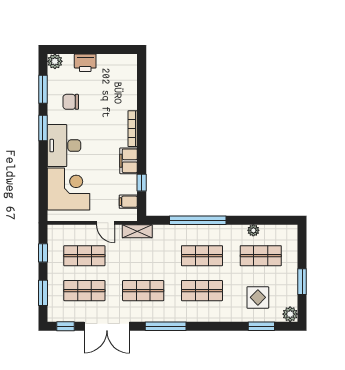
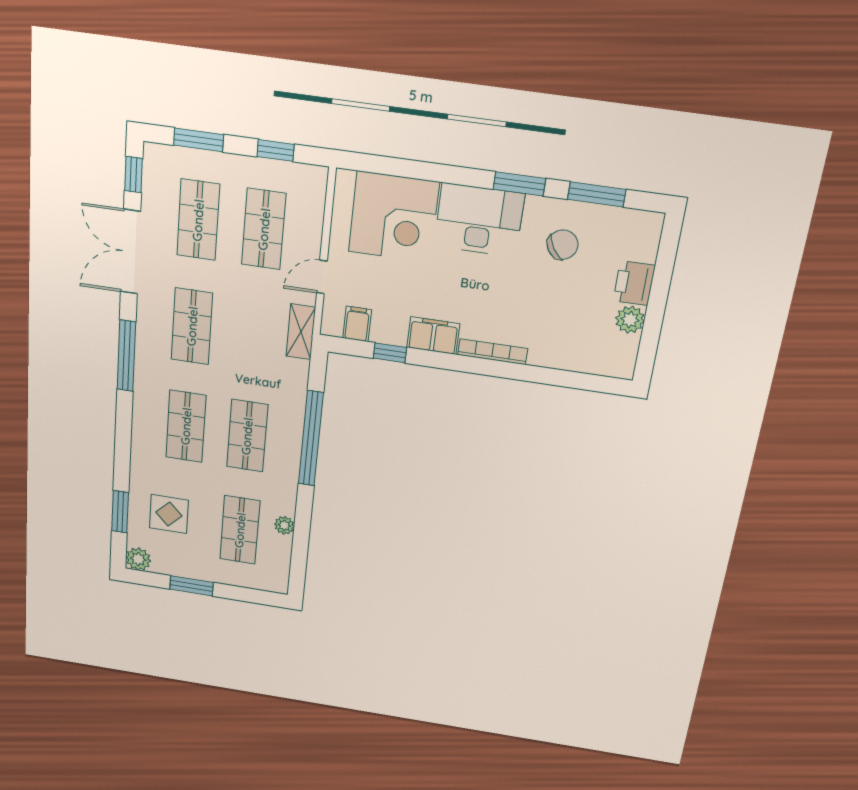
plant: (55, 61) -> (630, 320), moved
chair: (71, 102) -> (563, 245), turned 58

